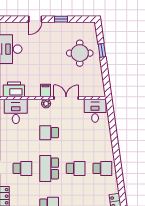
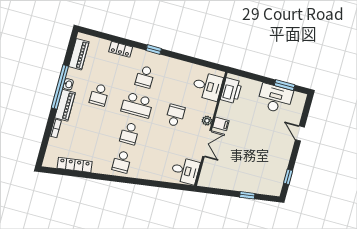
window: (61, 19) -> (288, 177), moved
round table: (80, 53) -> (251, 171), removed
school desk: (49, 168) -> (137, 105), turned 180

